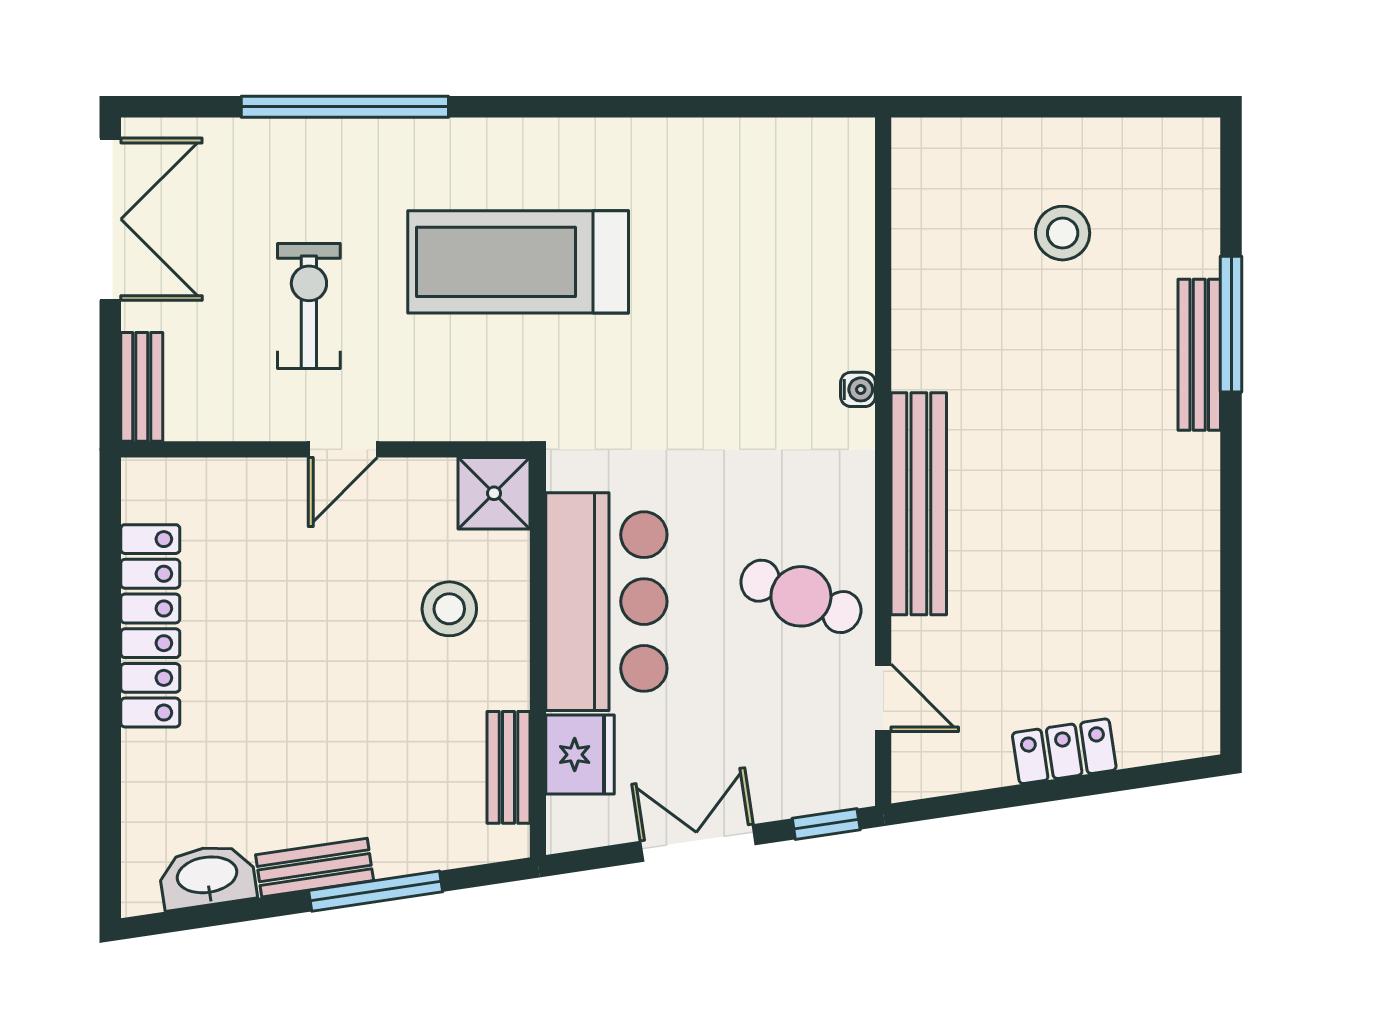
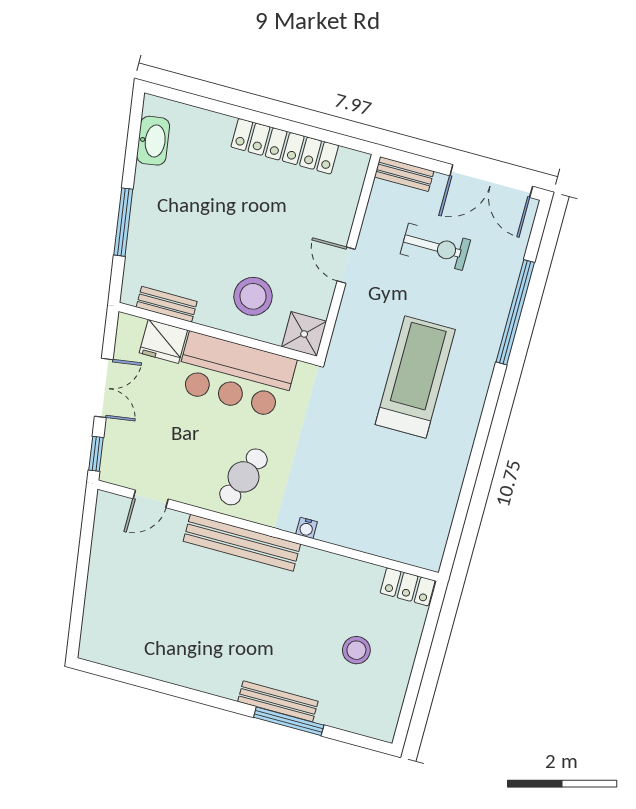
exercise bike: (309, 306) -> (435, 247), moved
cafe table: (801, 596) -> (243, 477), moved
stool: (449, 609) -> (253, 296), width x1.38, depth x1.38
locker: (1064, 751) -> (408, 587), moved, turned 98
bench: (315, 868) -> (143, 195), removed

